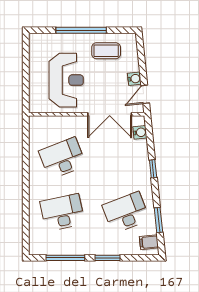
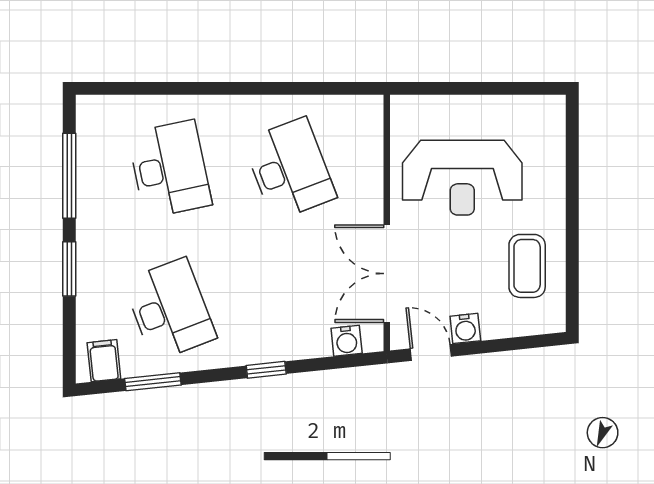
window: (81, 30) -> (572, 211), removed

